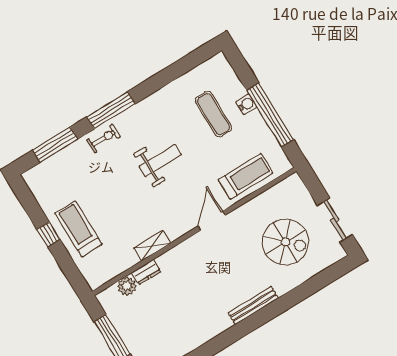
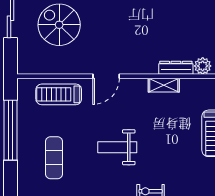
water cooler: (246, 104) -> (24, 150), removed
dresser: (146, 272) -> (176, 68), width x1.44

